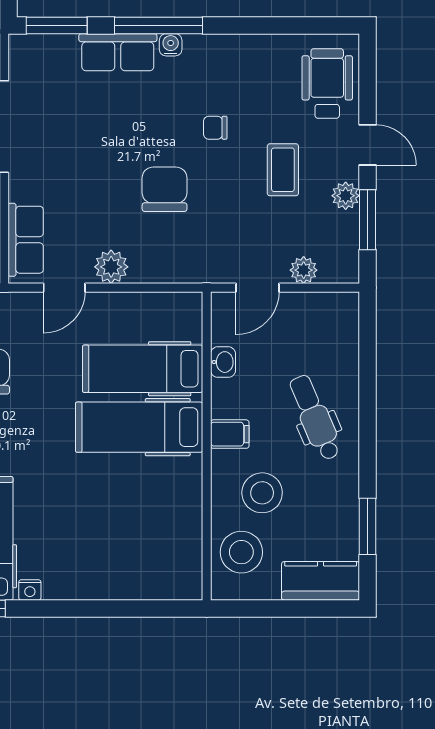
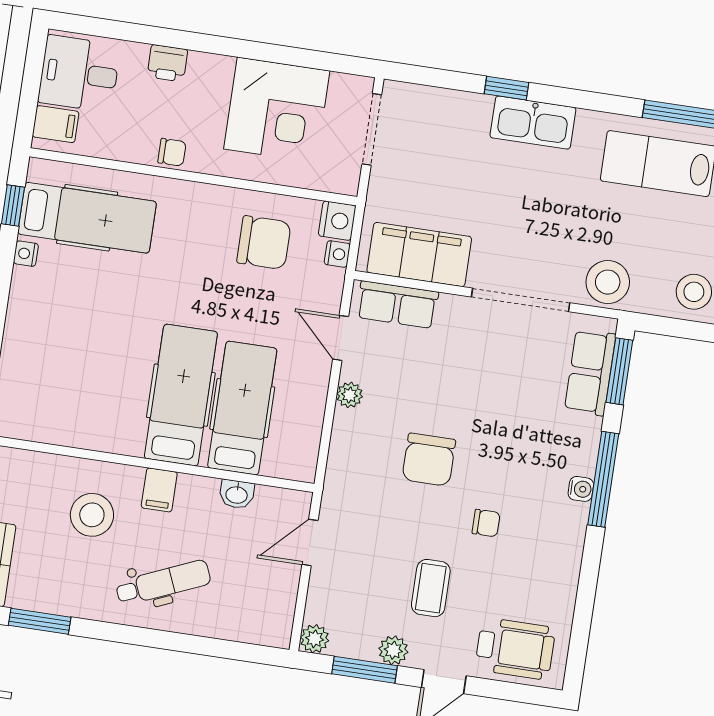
row of seats: (118, 52) -> (590, 372), moved
chair: (215, 128) -> (486, 523), turned 90
coffee table: (283, 170) -> (431, 588), turned 90
chair: (165, 189) -> (429, 460), turned 90
plant: (111, 267) -> (350, 395), width x0.73, depth x0.73
plant: (304, 270) -> (315, 639), moved
door: (258, 288) -> (310, 543), hinge flipped
stool: (241, 552) -> (32, 484), removed

